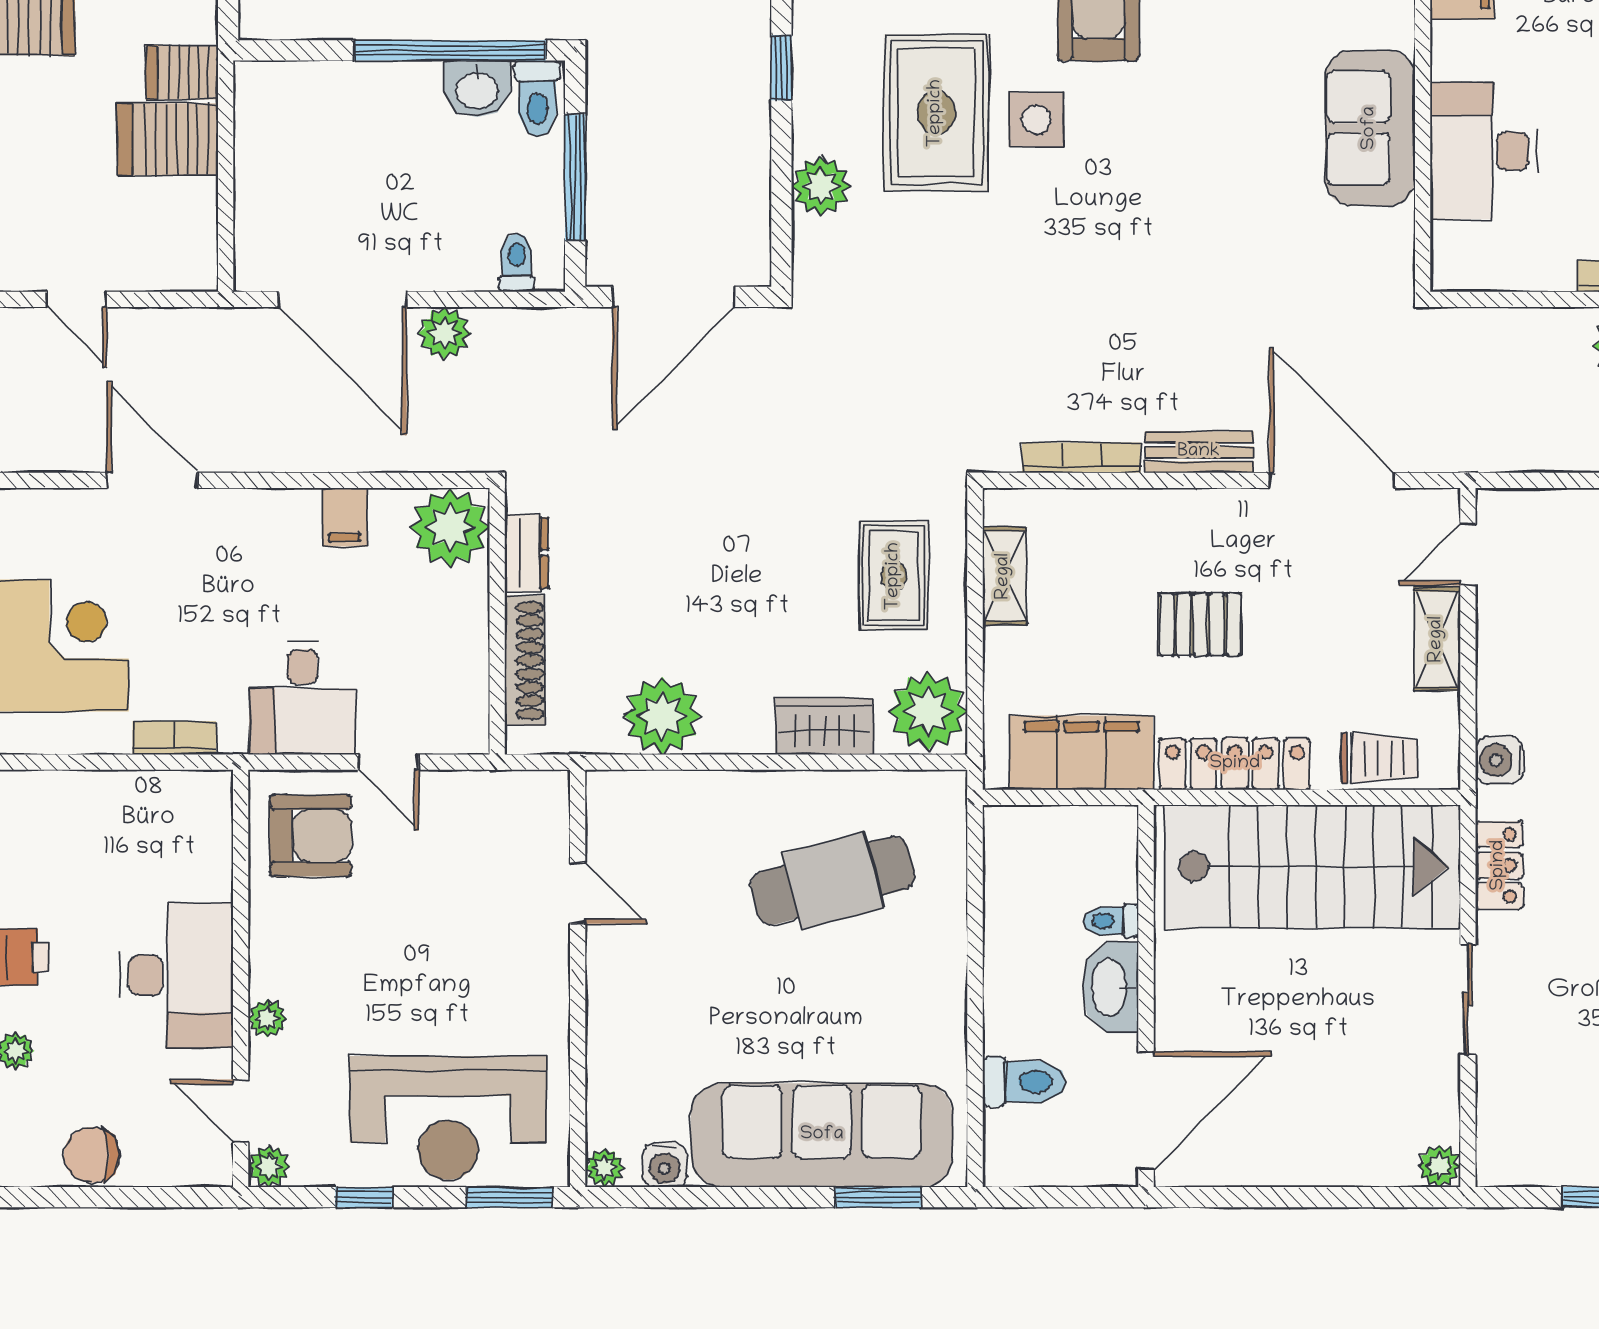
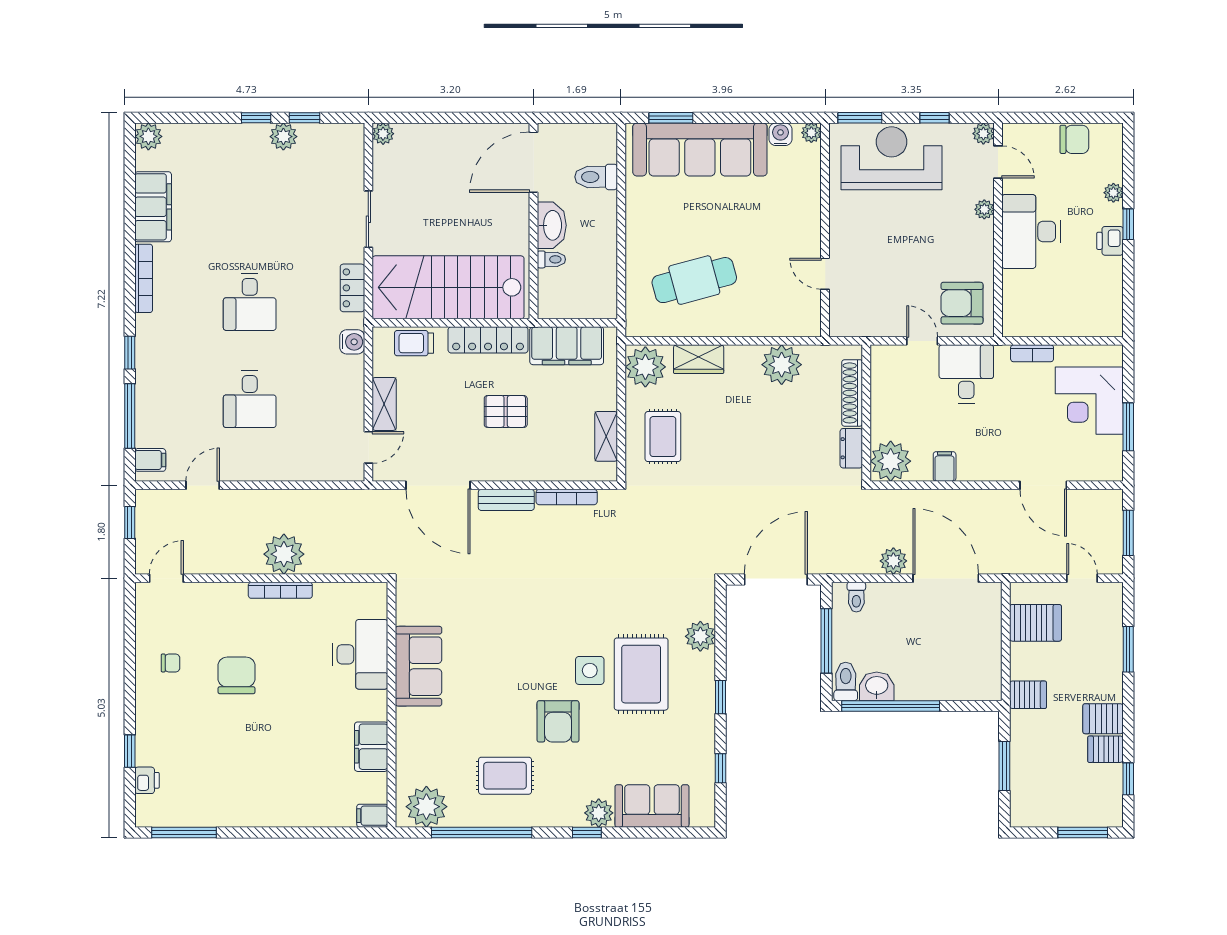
server rack: (168, 139) -> (1035, 623), moved

